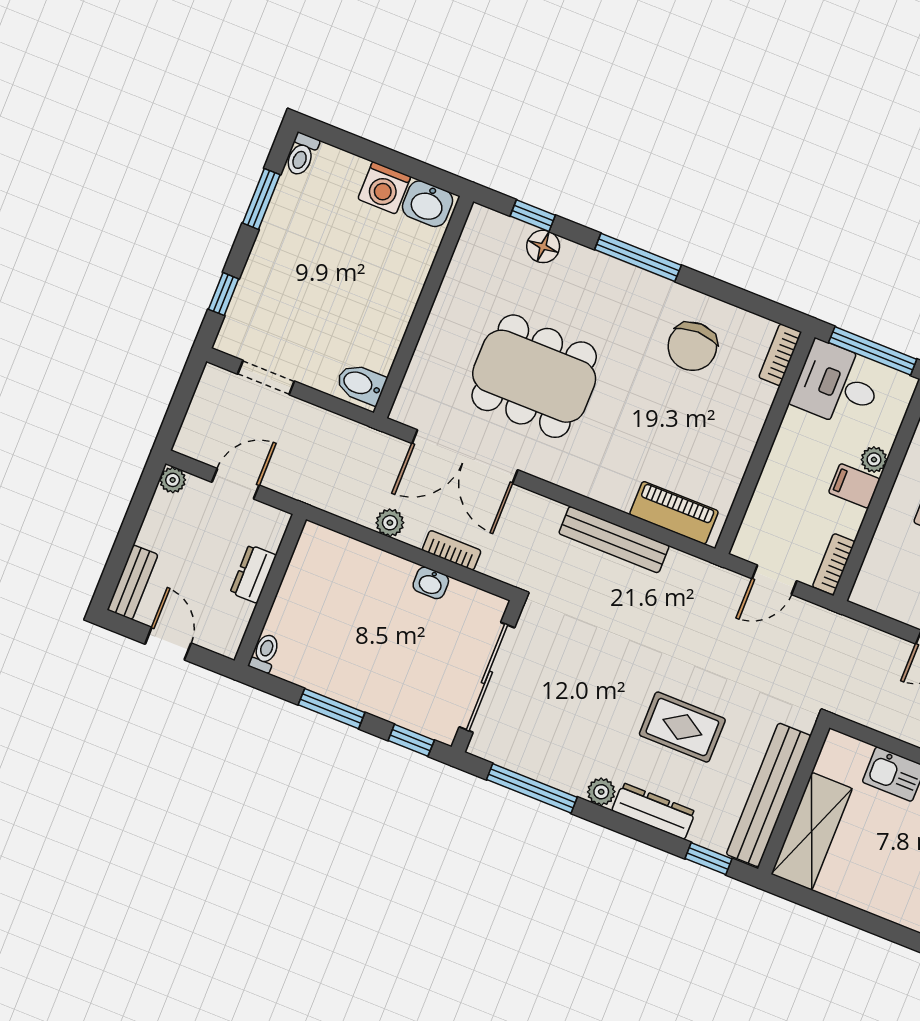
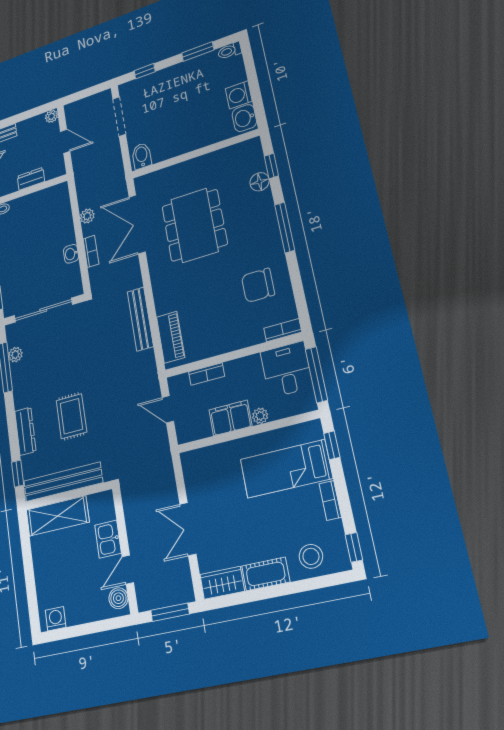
doorway: (266, 378) -> (119, 116), width x1.38
filing cabinet: (854, 486) -> (230, 418), width x2.00
bookcase: (834, 564) -> (206, 374), moved, turned 180
plant: (601, 792) -> (15, 355), moved

